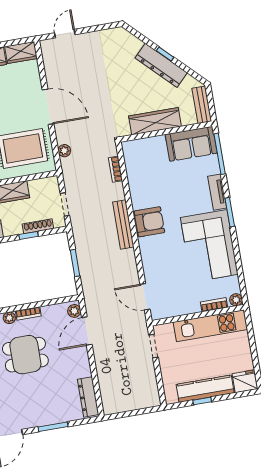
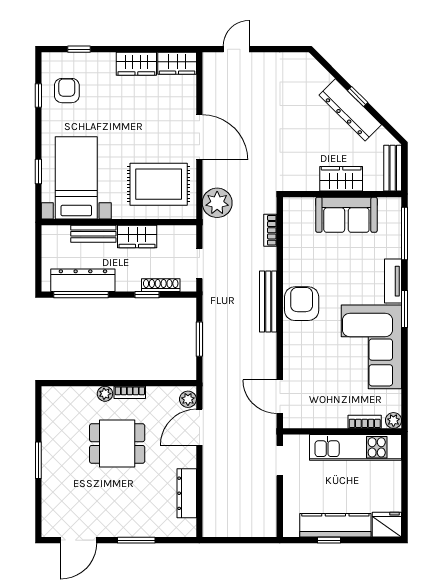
wardrobe: (155, 121) -> (341, 179), width x0.67
sofa: (191, 144) -> (346, 215), moved
plant: (64, 151) -> (217, 203), width x1.88, depth x1.88
armchair: (149, 222) -> (302, 304), turned -90
dresser: (88, 397) -> (187, 493), moved

